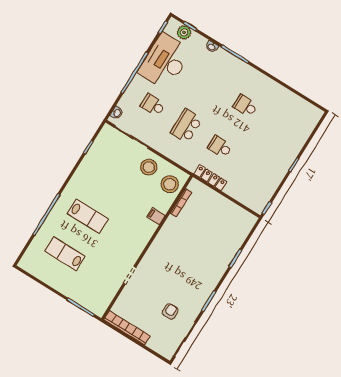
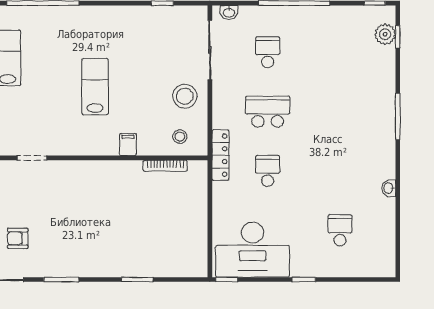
washbasin: (212, 47) -> (389, 188), moved
desk: (165, 61) -> (253, 250), moved, turned 180
school desk: (245, 106) -> (340, 230), moved
locker: (210, 178) -> (220, 155), moved
stool: (170, 184) -> (180, 137), width x0.53, depth x0.53
lab bench: (88, 216) -> (95, 87), moved, turned 180
armchair: (170, 311) -> (18, 238), turned 180

